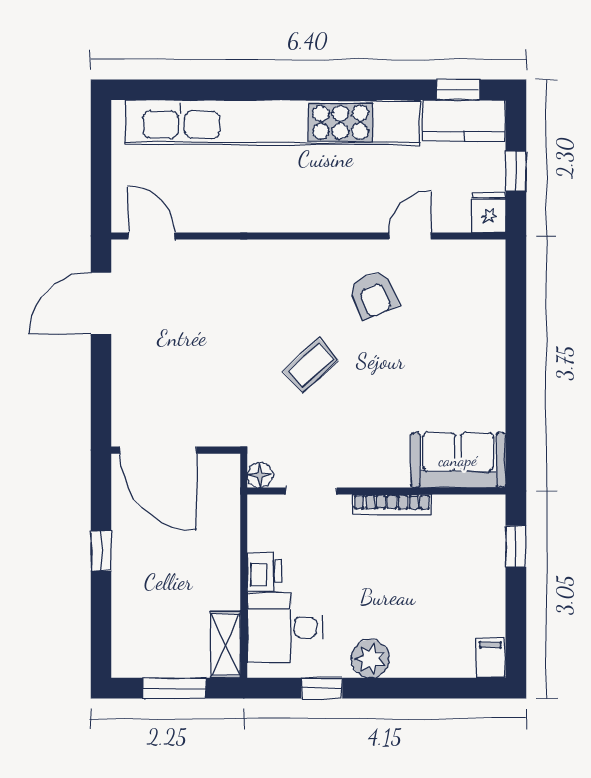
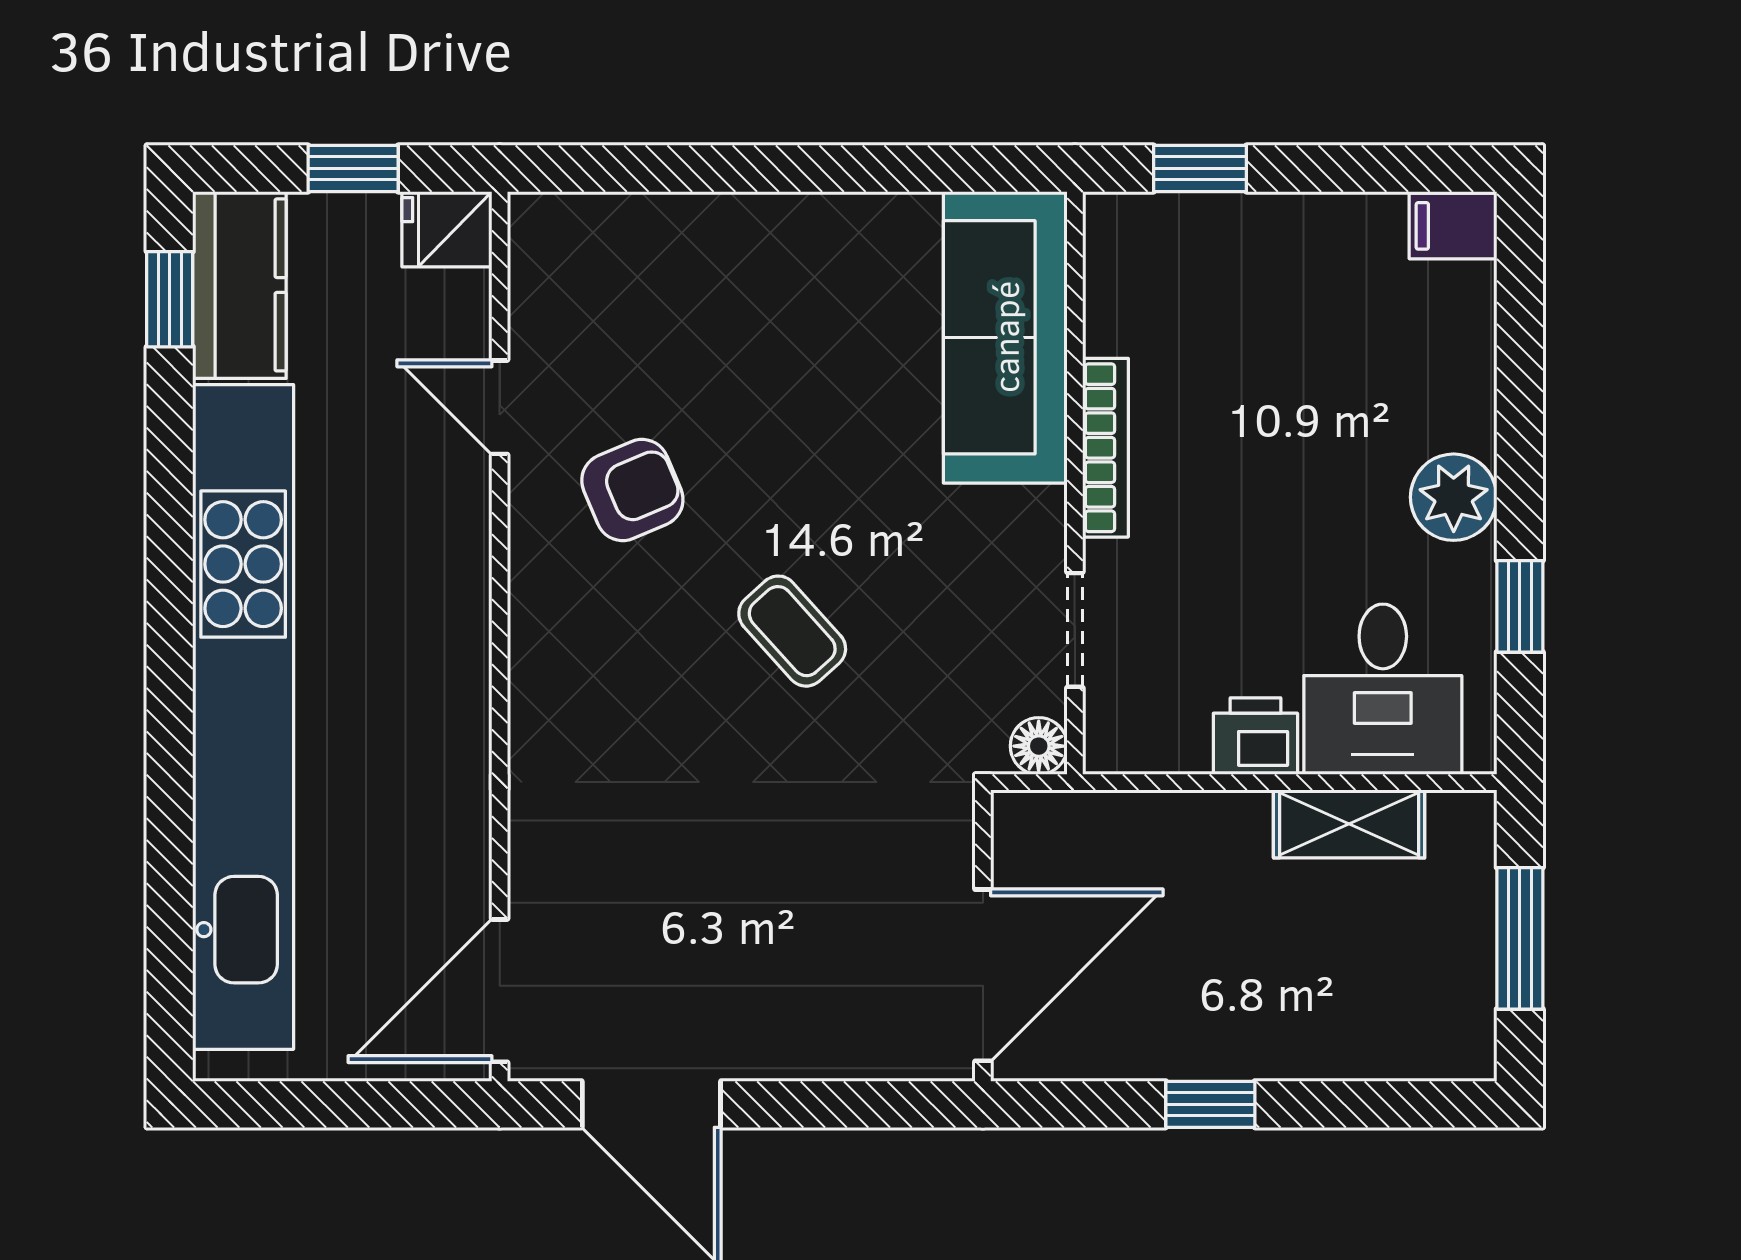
door: (151, 236) -> (500, 991), width x1.38
sofa: (458, 460) -> (1005, 337), width x1.36
shelving: (225, 644) -> (1349, 824), moved

